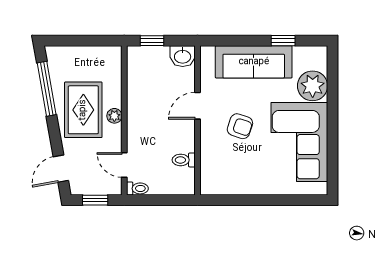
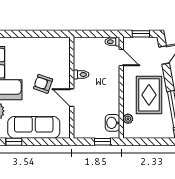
washbasin: (183, 56) -> (113, 123), moved, turned -90
door: (197, 106) -> (72, 98), swing flipped
plant: (114, 116) -> (128, 119), moved
toilet: (184, 160) -> (81, 74), moved

